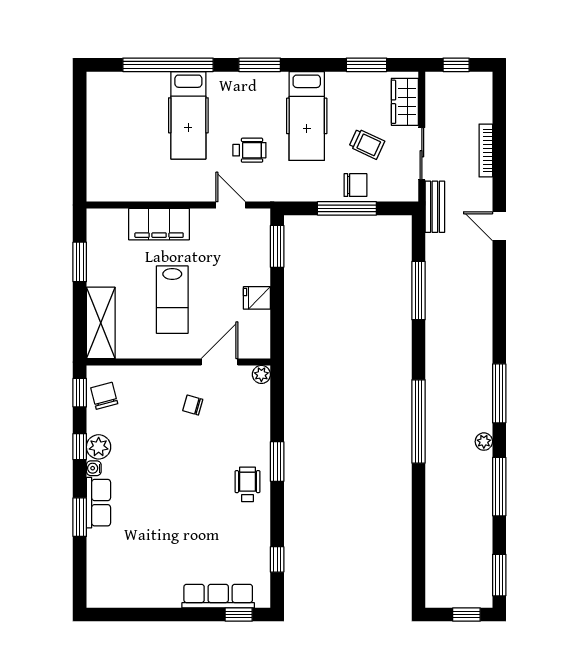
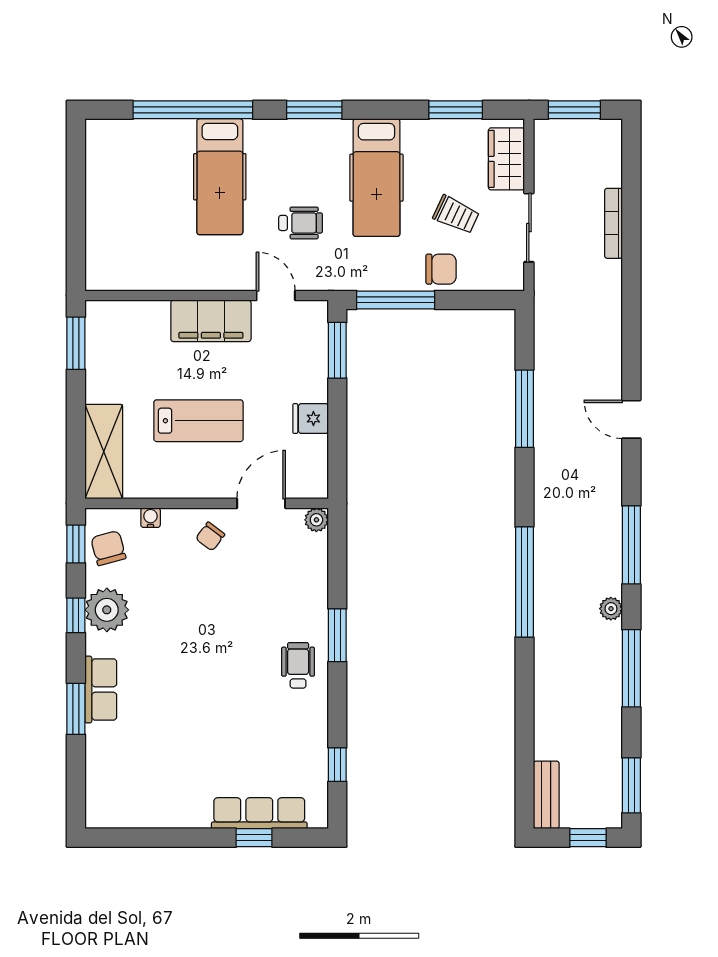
window: (456, 65) -> (574, 110), width x1.50
bench: (435, 207) -> (546, 795), moved
window: (347, 208) -> (396, 300), moved
filing cabinet: (159, 224) -> (211, 321), moved
door: (499, 226) -> (631, 419), moved
window: (80, 262) -> (76, 343), moved
lab bench: (172, 300) -> (198, 421), turned -90
chair: (193, 405) -> (210, 536), moved, turned -69
plant: (99, 447) -> (107, 610), width x1.36, depth x1.36
water cooler: (94, 468) -> (151, 518), moved, turned 90
window: (239, 615) -> (254, 838), moved

